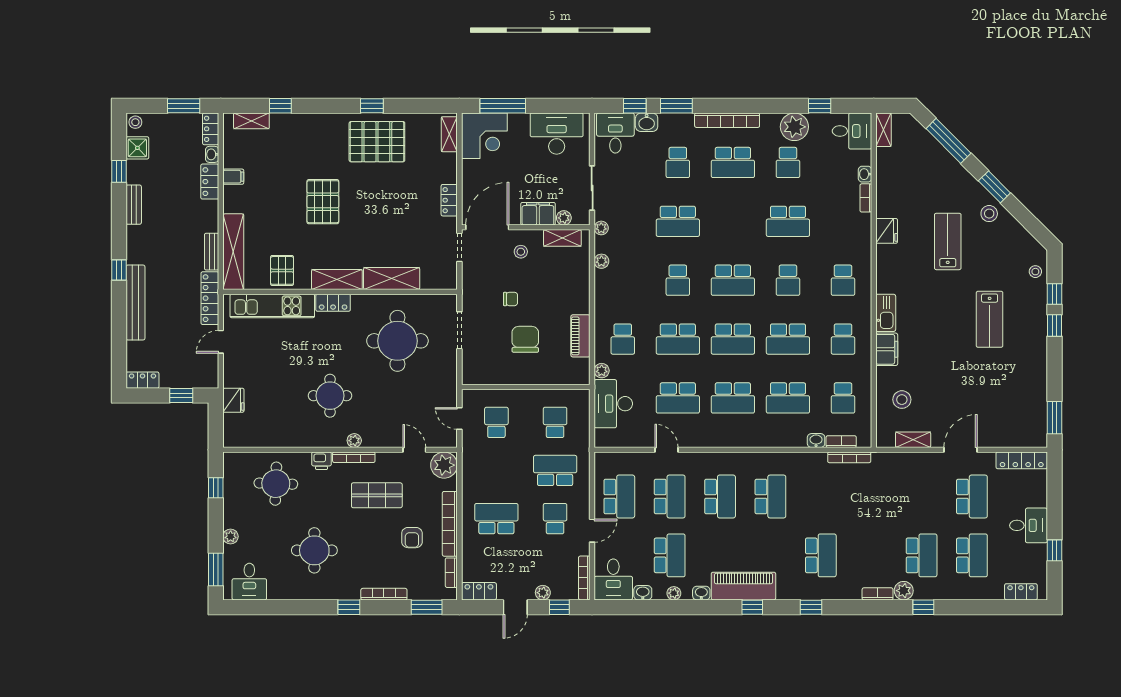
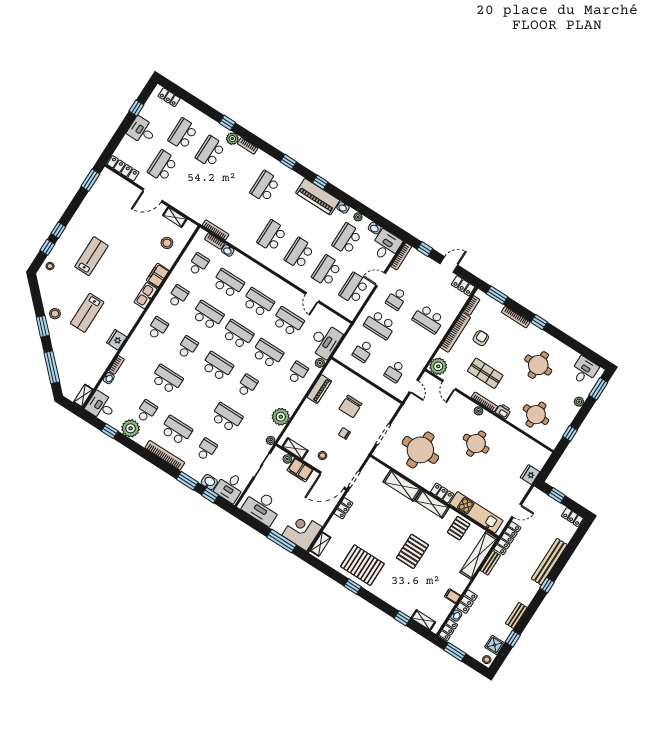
plant: (601, 261) -> (281, 417), width x1.87, depth x1.87
plant: (543, 593) -> (429, 263), removed

